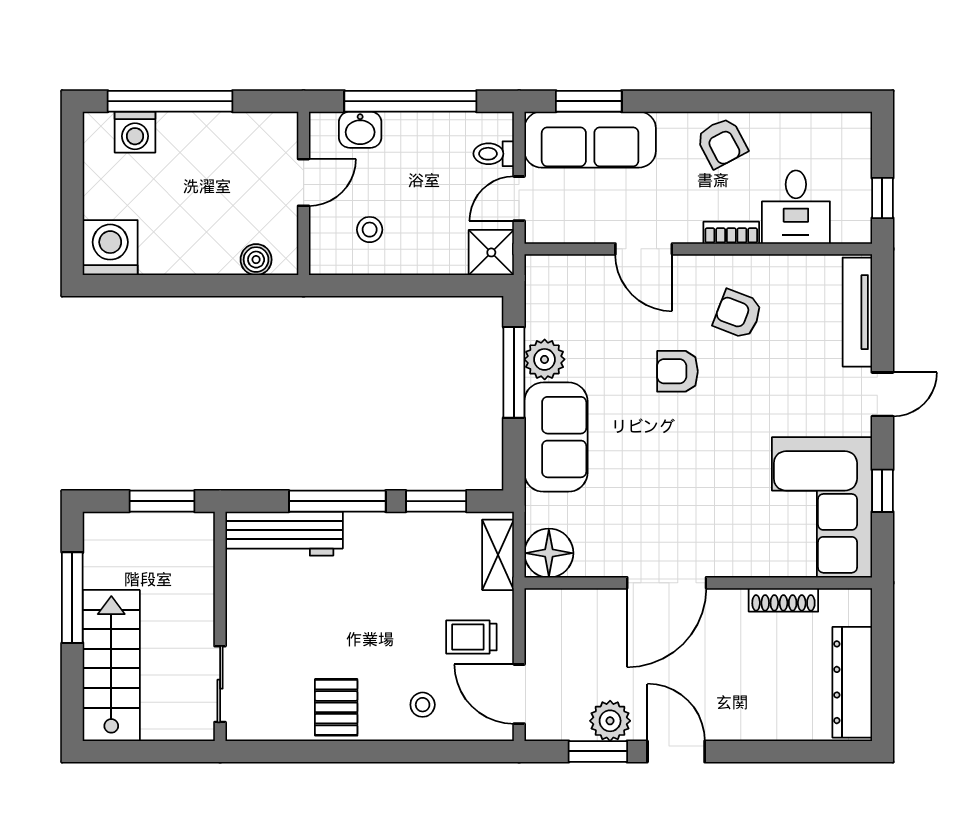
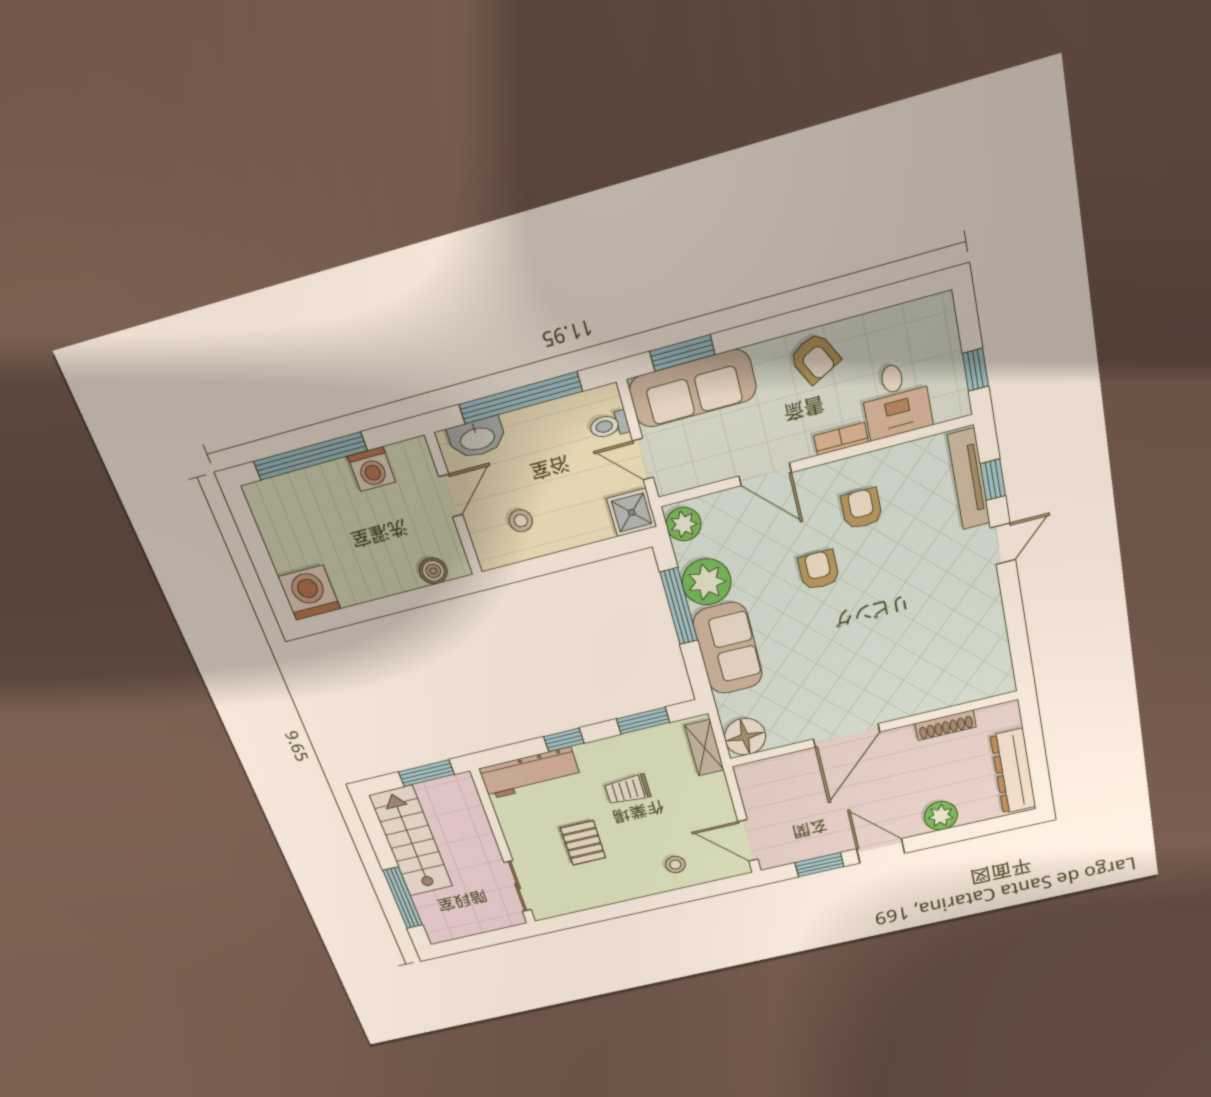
washbasin: (360, 130) -> (477, 438), width x1.38
washing machine: (135, 132) -> (372, 469), moved
door: (519, 199) -> (643, 459), hinge flipped
plant: (544, 280) -> (684, 524), added
armchair: (738, 314) -> (862, 509), turned 69
plant: (545, 359) -> (707, 582), width x1.36, depth x1.36
armchair: (677, 371) -> (819, 570), turned 90
window: (882, 491) -> (993, 480), moved
window: (337, 501) -> (564, 740), width x0.46
corner sofa: (822, 507) -> (965, 648), removed
window: (72, 598) -> (403, 898), moved
trolley: (471, 637) -> (628, 790), moved
stairs: (111, 665) -> (411, 841), moved
pallet: (336, 707) -> (583, 843), moved
plant: (610, 721) -> (941, 816), moved

